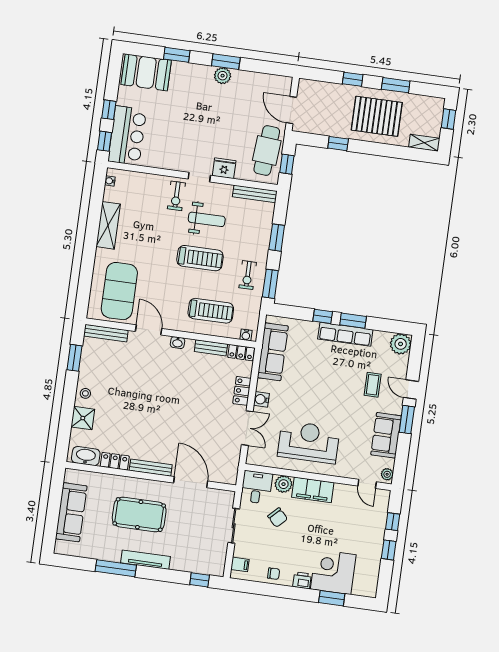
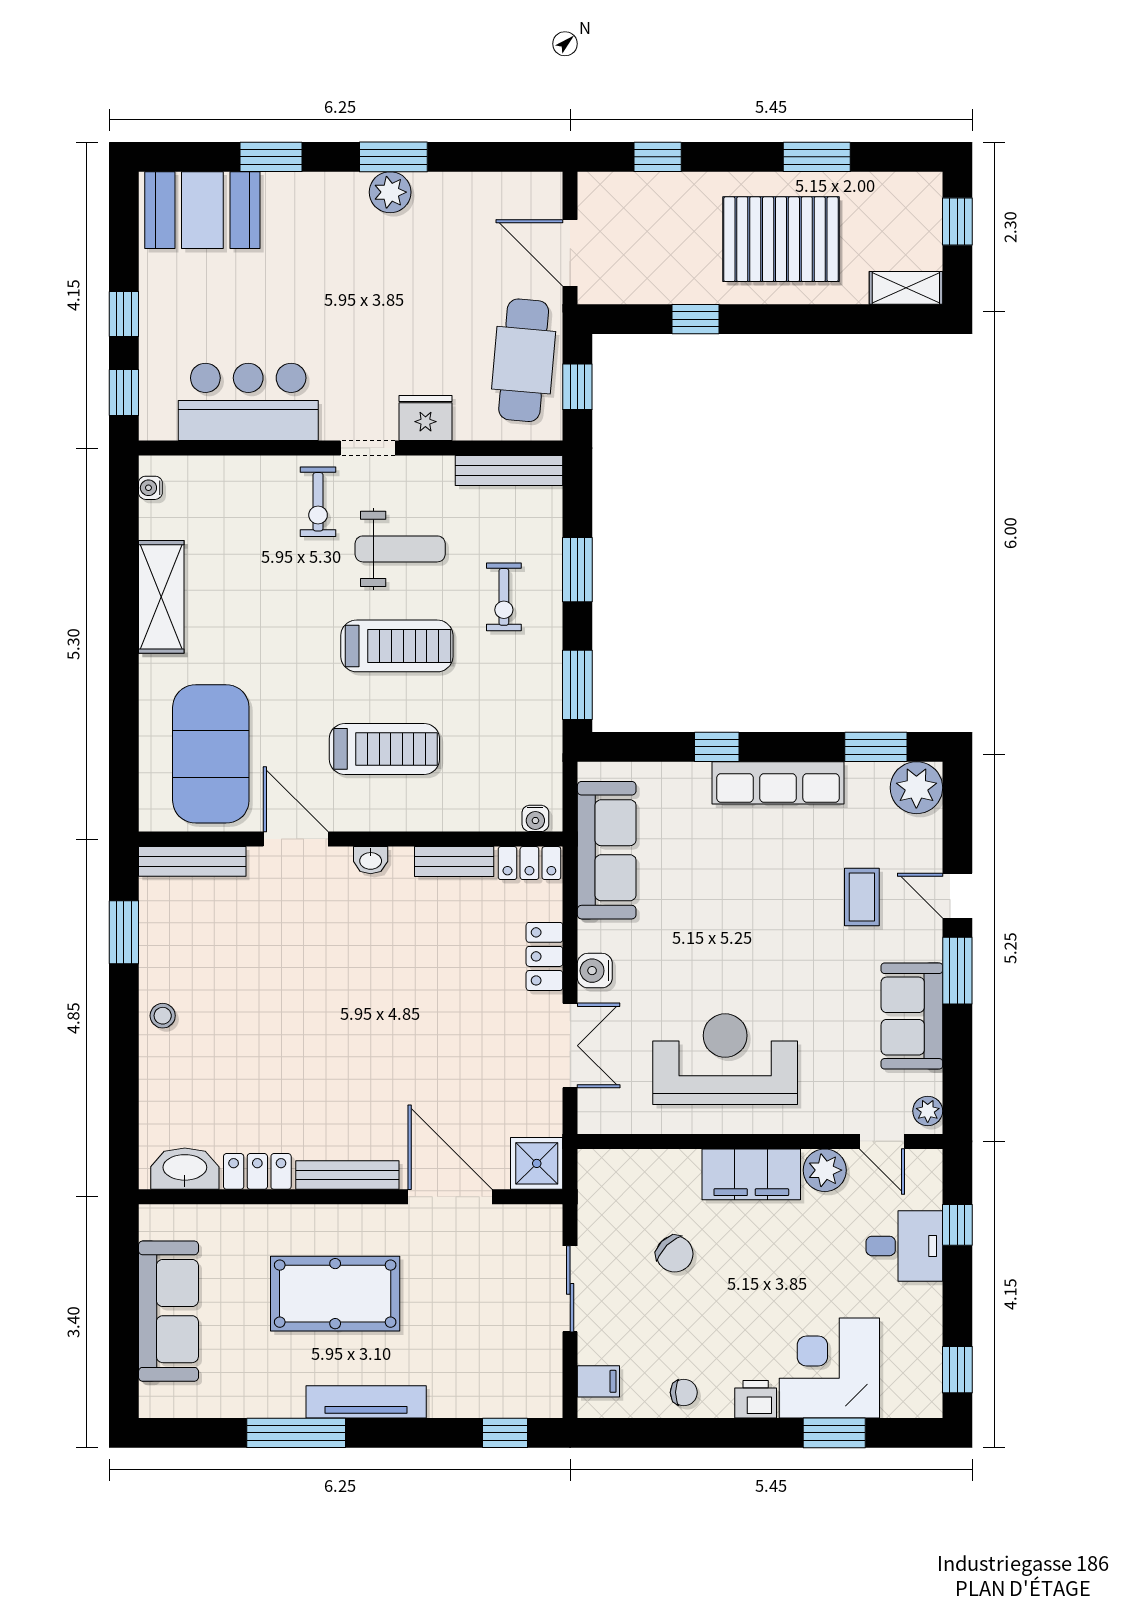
window: (353, 79) -> (658, 157), moved
bar counter: (127, 136) -> (248, 402), moved, turned -90
exercise bike: (248, 275) -> (504, 597), moved
treadmill: (211, 311) -> (384, 749), moved
window: (353, 321) -> (876, 747), moved
shower: (83, 418) -> (537, 1163), moved
plant: (284, 484) -> (825, 1170), moved
desk: (257, 487) -> (904, 1246), moved, turned 90
window: (389, 550) -> (957, 1370), moved

